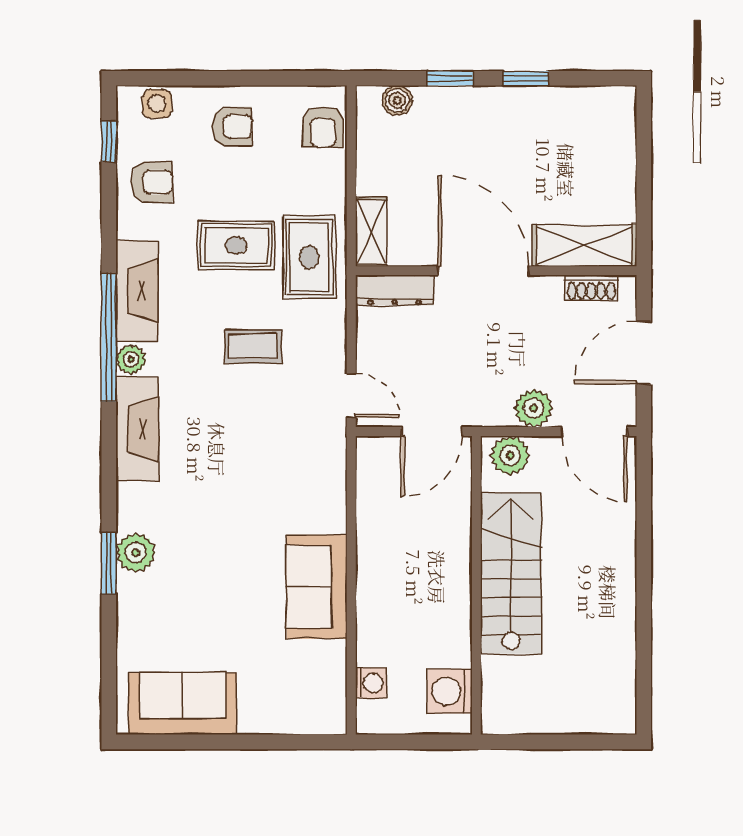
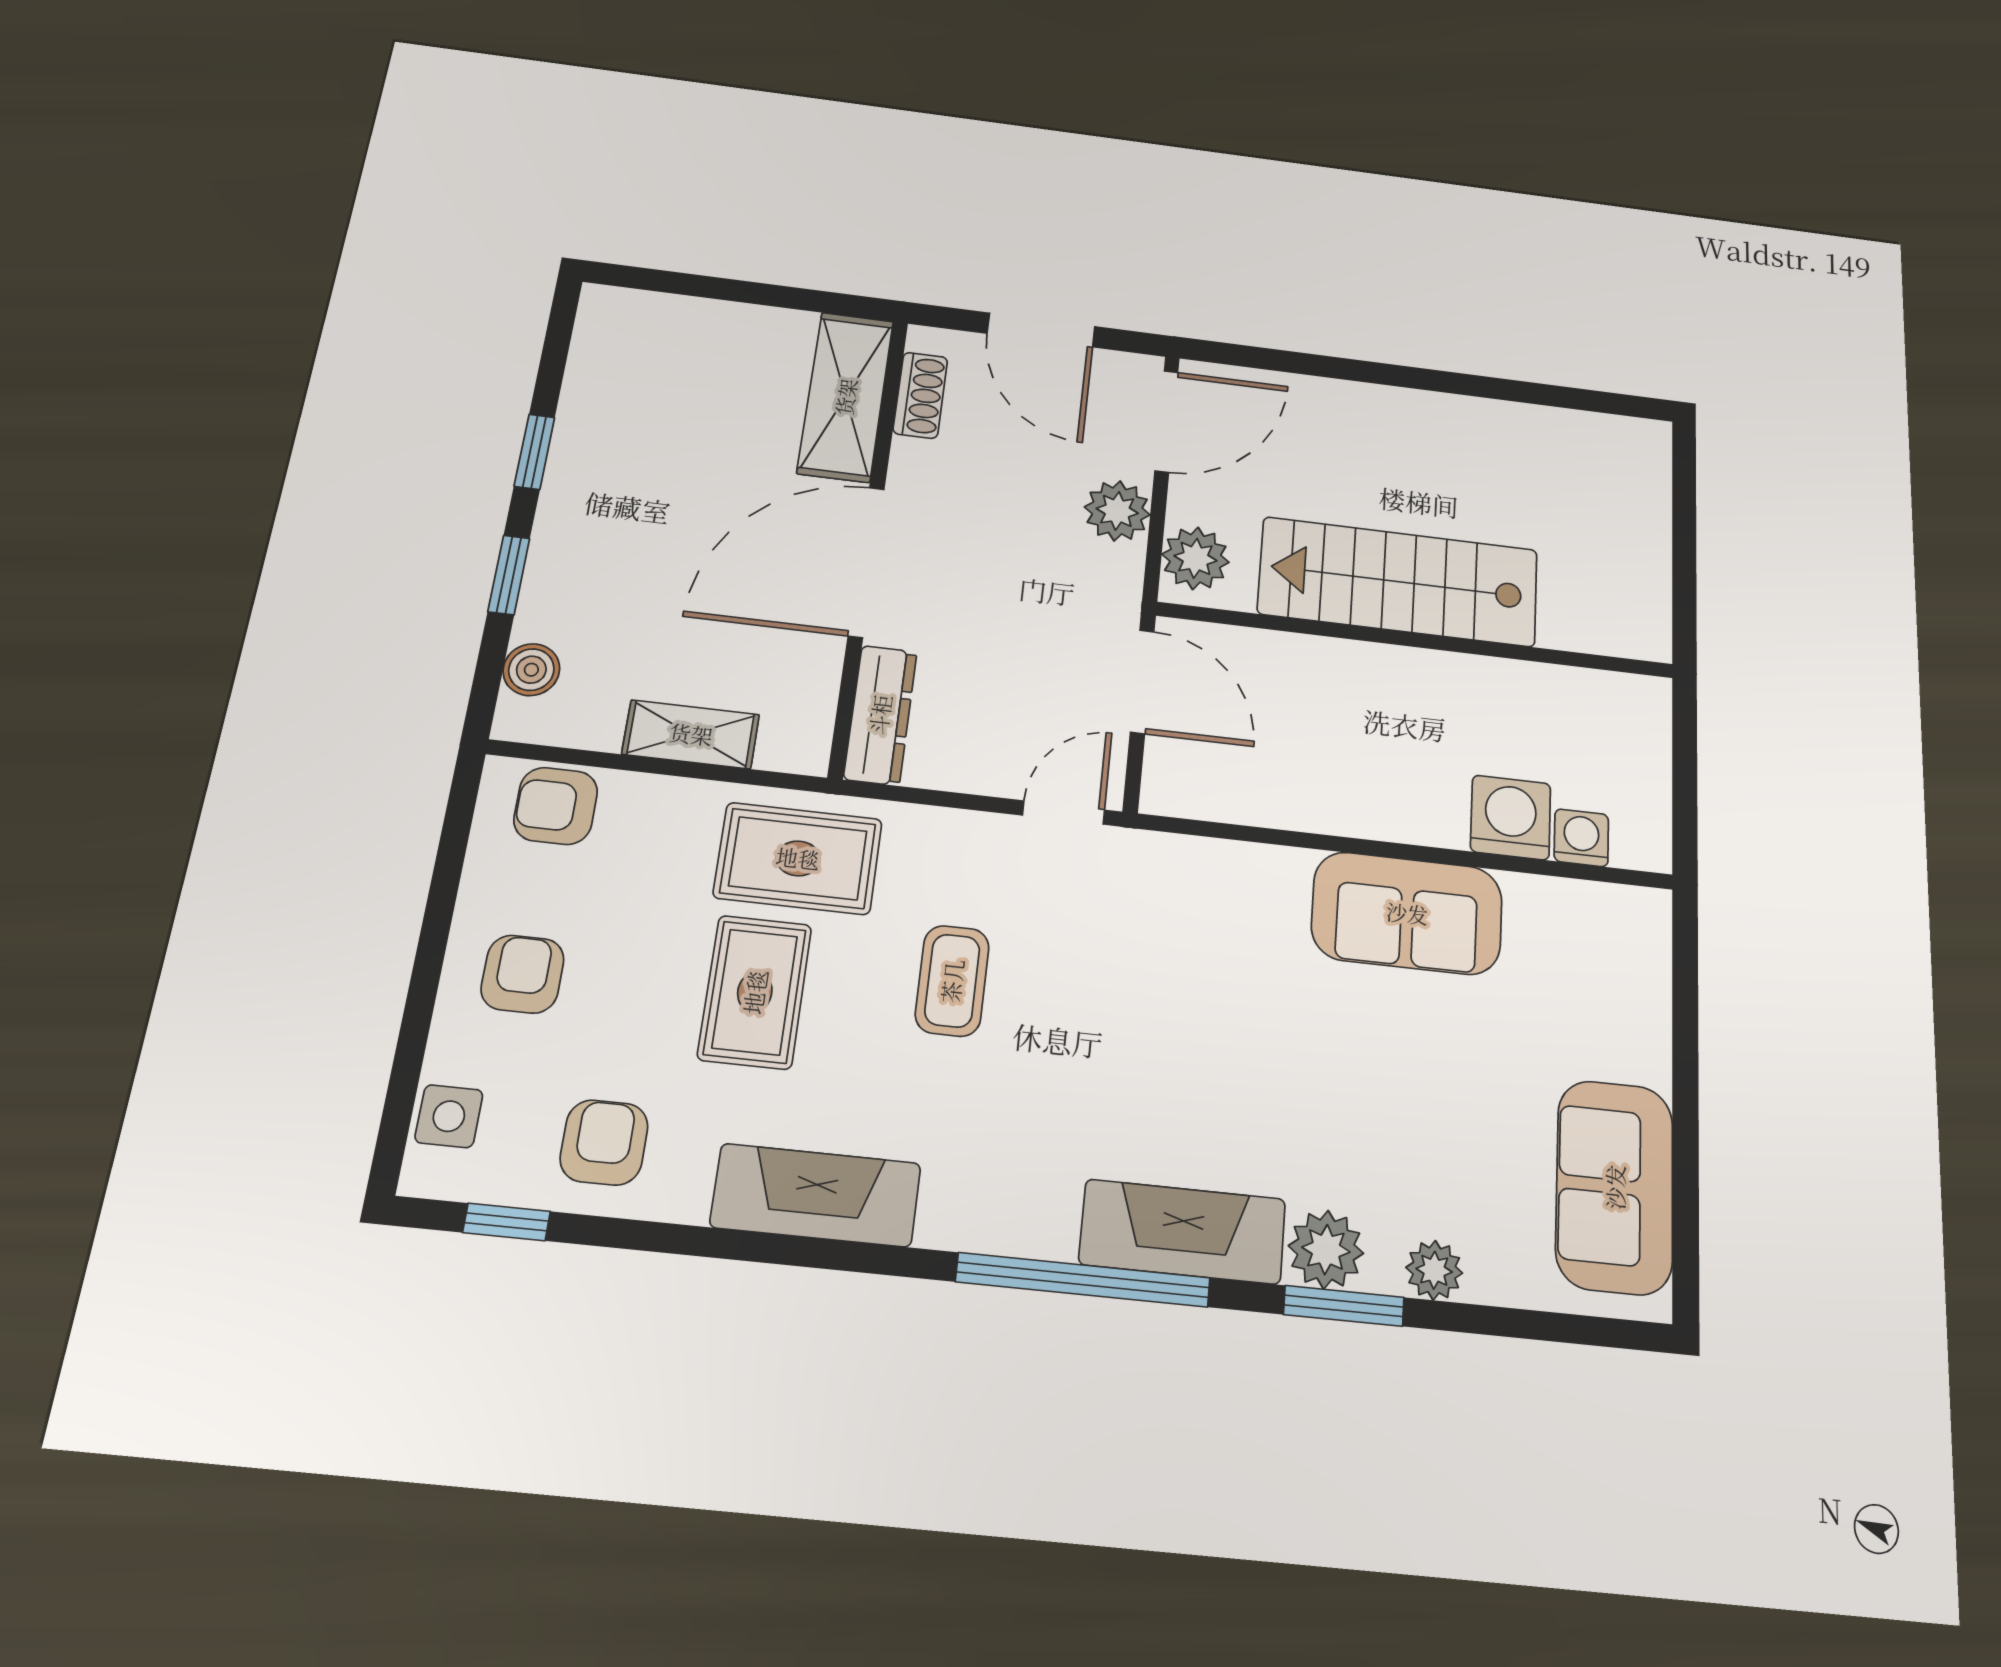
armchair: (323, 127) -> (556, 806), turned 180
shelving: (371, 232) -> (691, 734), moved
window: (109, 337) -> (1083, 1280), moved
plant: (131, 359) -> (1434, 1270), moved
fireplace: (137, 429) -> (1183, 1232), moved
washing machine: (450, 691) -> (1511, 817), moved, turned 180

